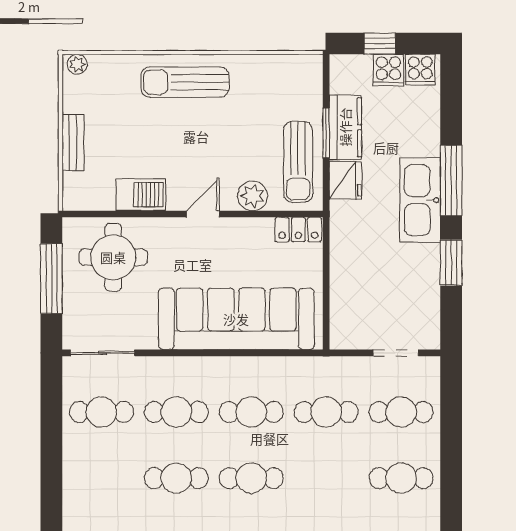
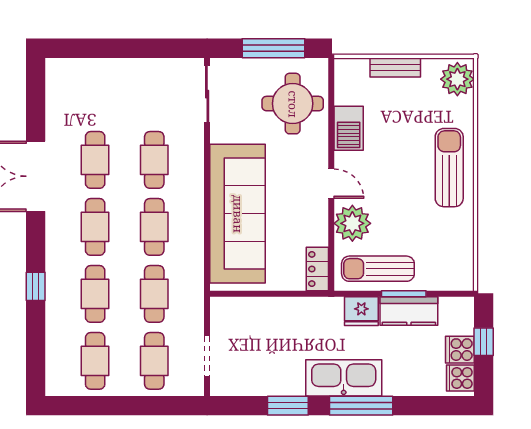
plant: (77, 64) -> (457, 79), width x1.88, depth x1.88
plant: (253, 196) -> (352, 223), width x1.36, depth x1.36
cafe table: (101, 412) -> (95, 294), moved

